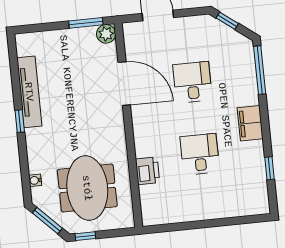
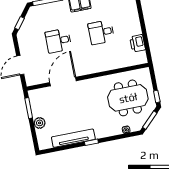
plant: (106, 34) -> (40, 123), moved
printer: (148, 171) -> (138, 43), moved, turned -90

